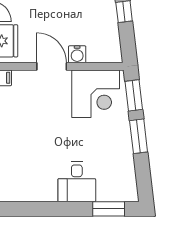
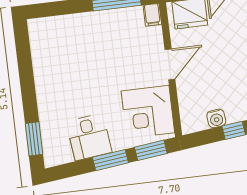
water cooler: (77, 54) -> (216, 118), moved, turned -97
desk: (77, 182) -> (89, 137), moved, turned -97

